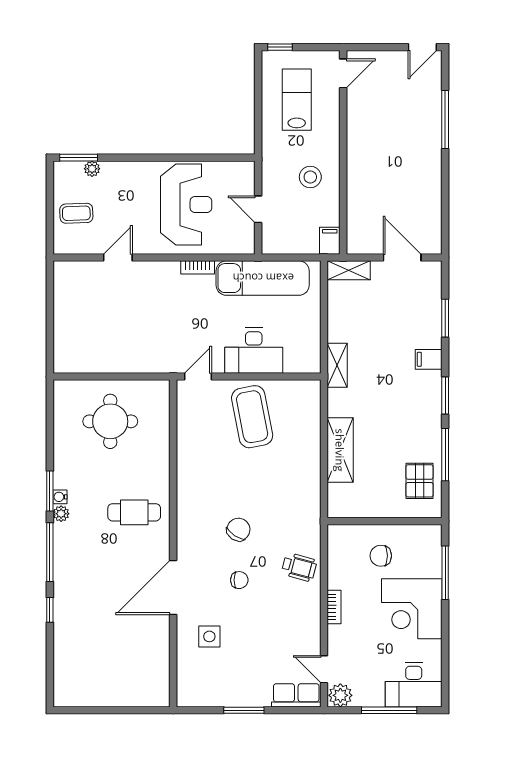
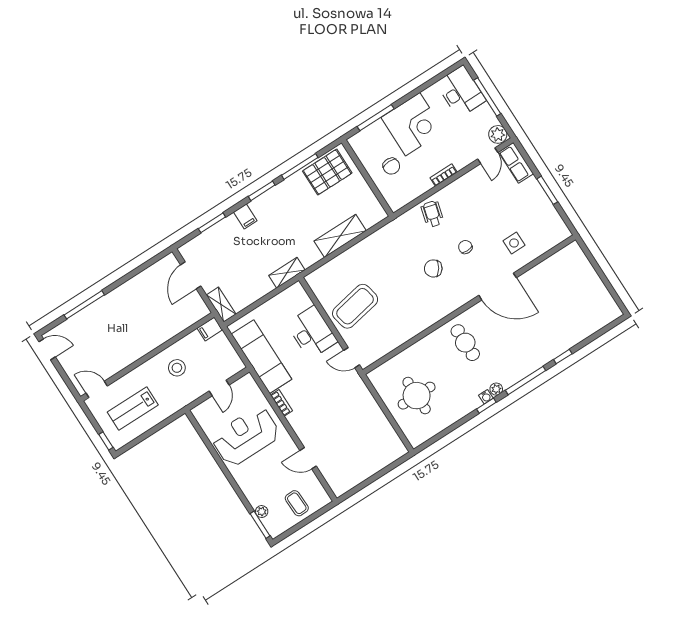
pallet: (420, 481) -> (327, 172), width x1.50, depth x1.42
window: (50, 491) -> (486, 406), width x0.67

